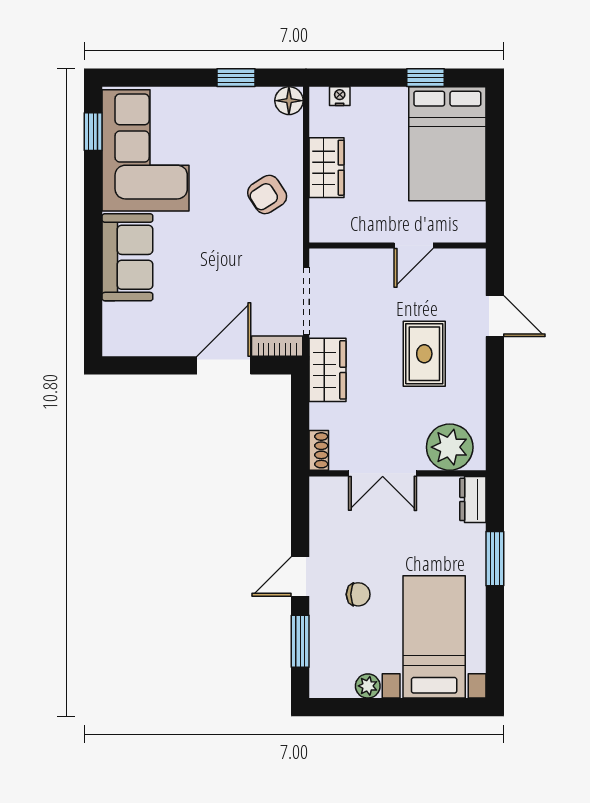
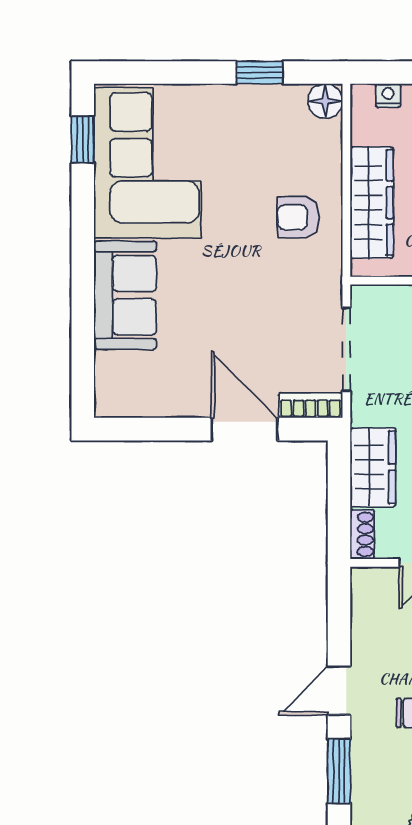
wardrobe: (326, 168) -> (372, 203), width x1.50
armchair: (267, 195) -> (298, 217), turned 33
door: (224, 365) -> (245, 429), hinge flipped
wardrobe: (327, 370) -> (373, 467), moved

